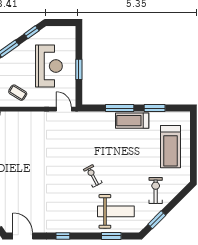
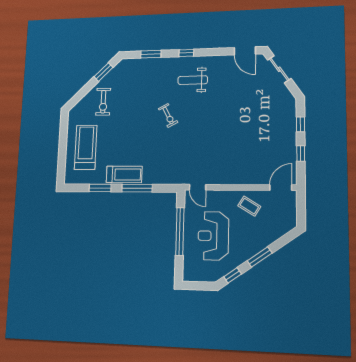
window: (79, 69) -> (180, 231), width x2.11
weight bench: (116, 211) -> (193, 80), moved, width x0.73, depth x0.75
window: (63, 236) -> (186, 53), moved

